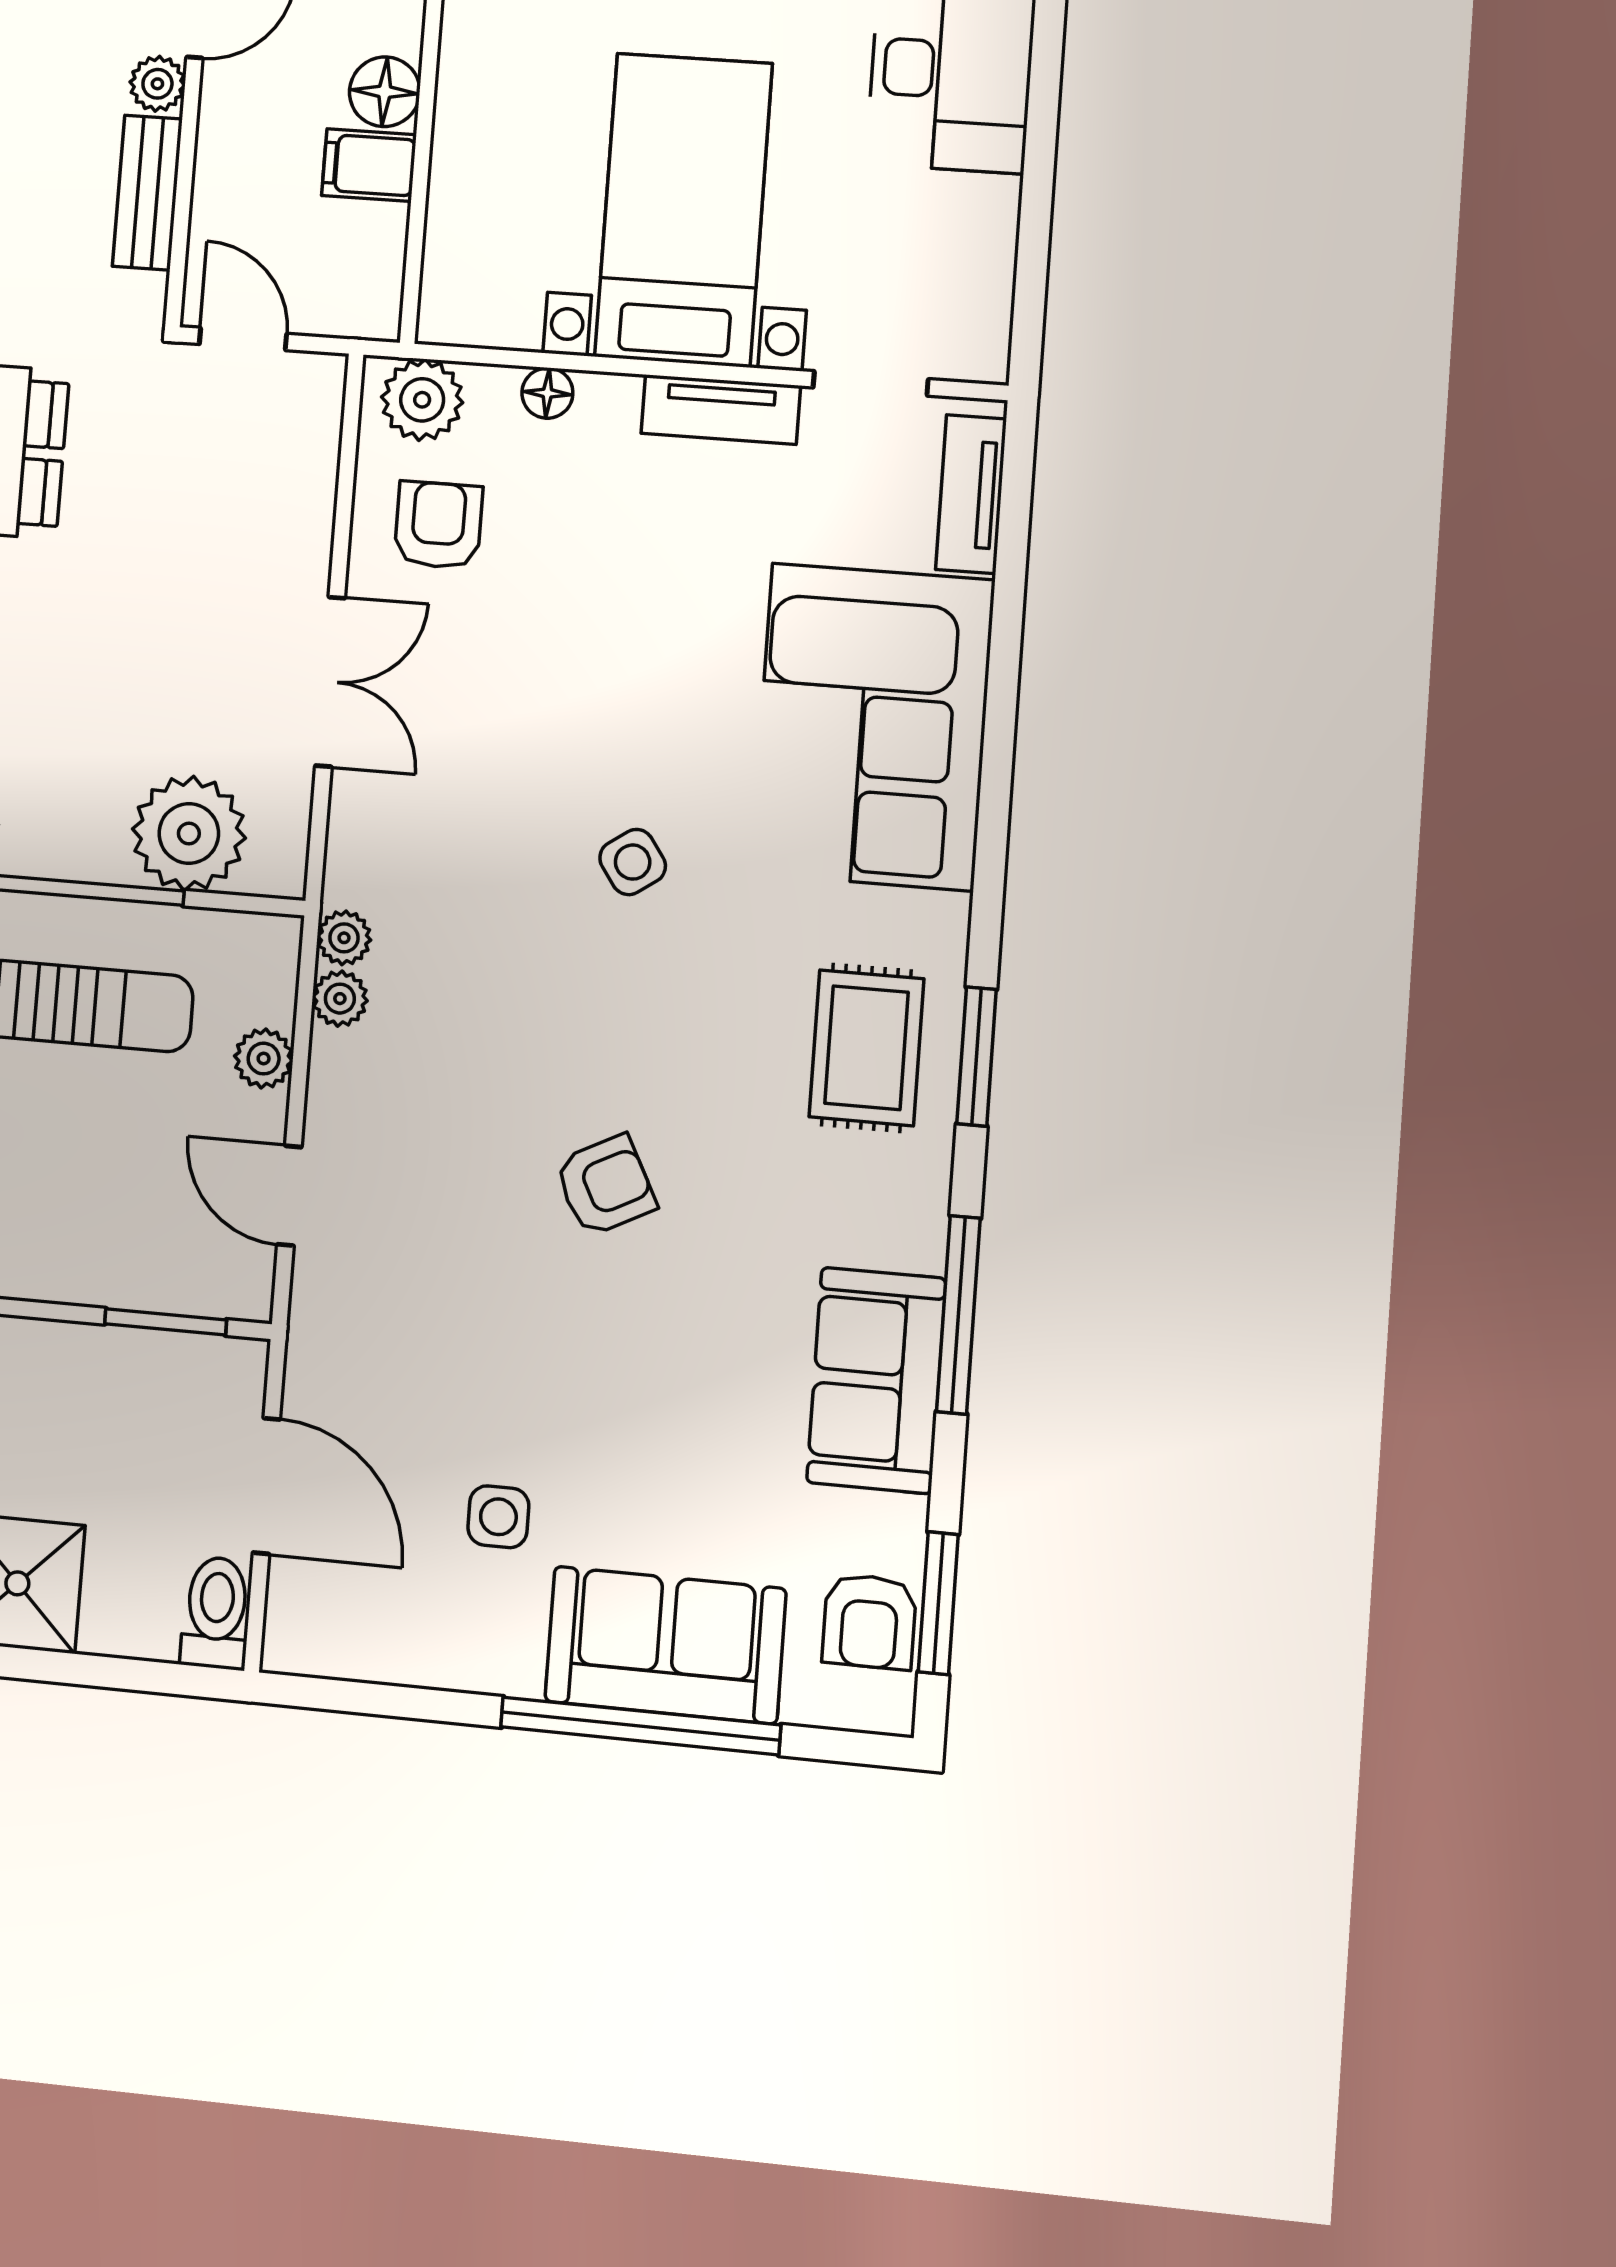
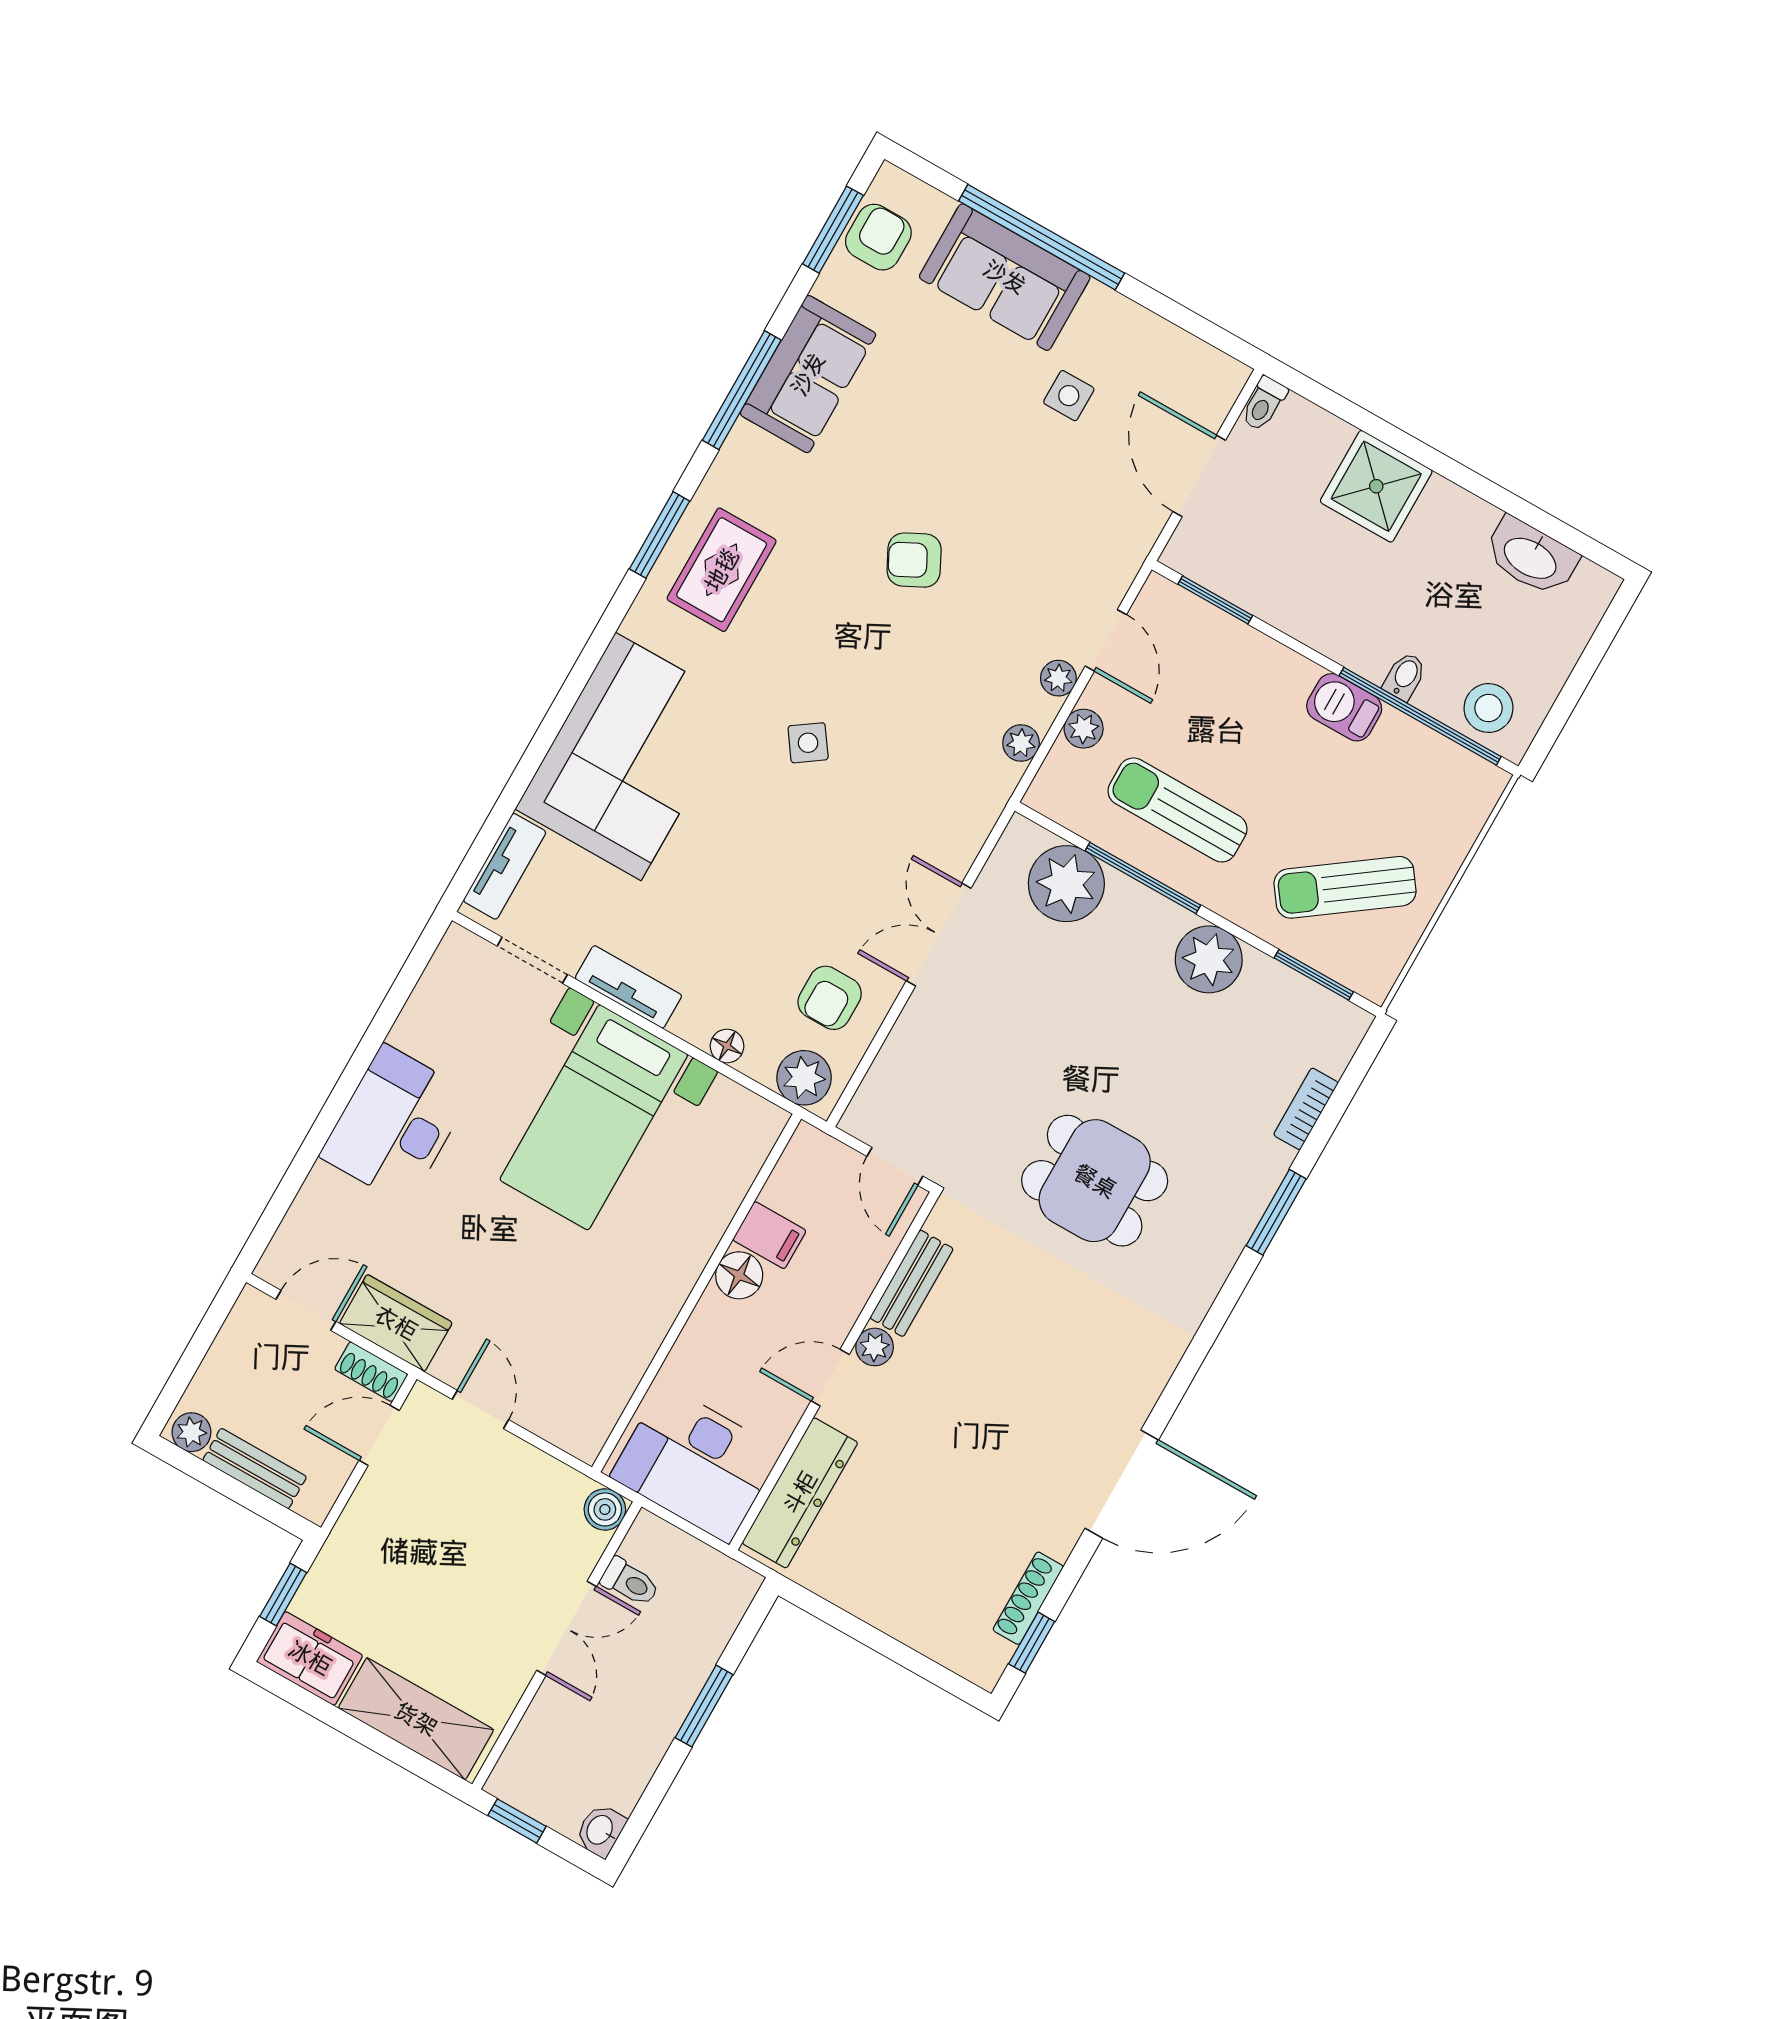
plant: (344, 938) -> (1058, 678), moved
toilet: (216, 1613) -> (1264, 404), width x0.73, depth x0.72

